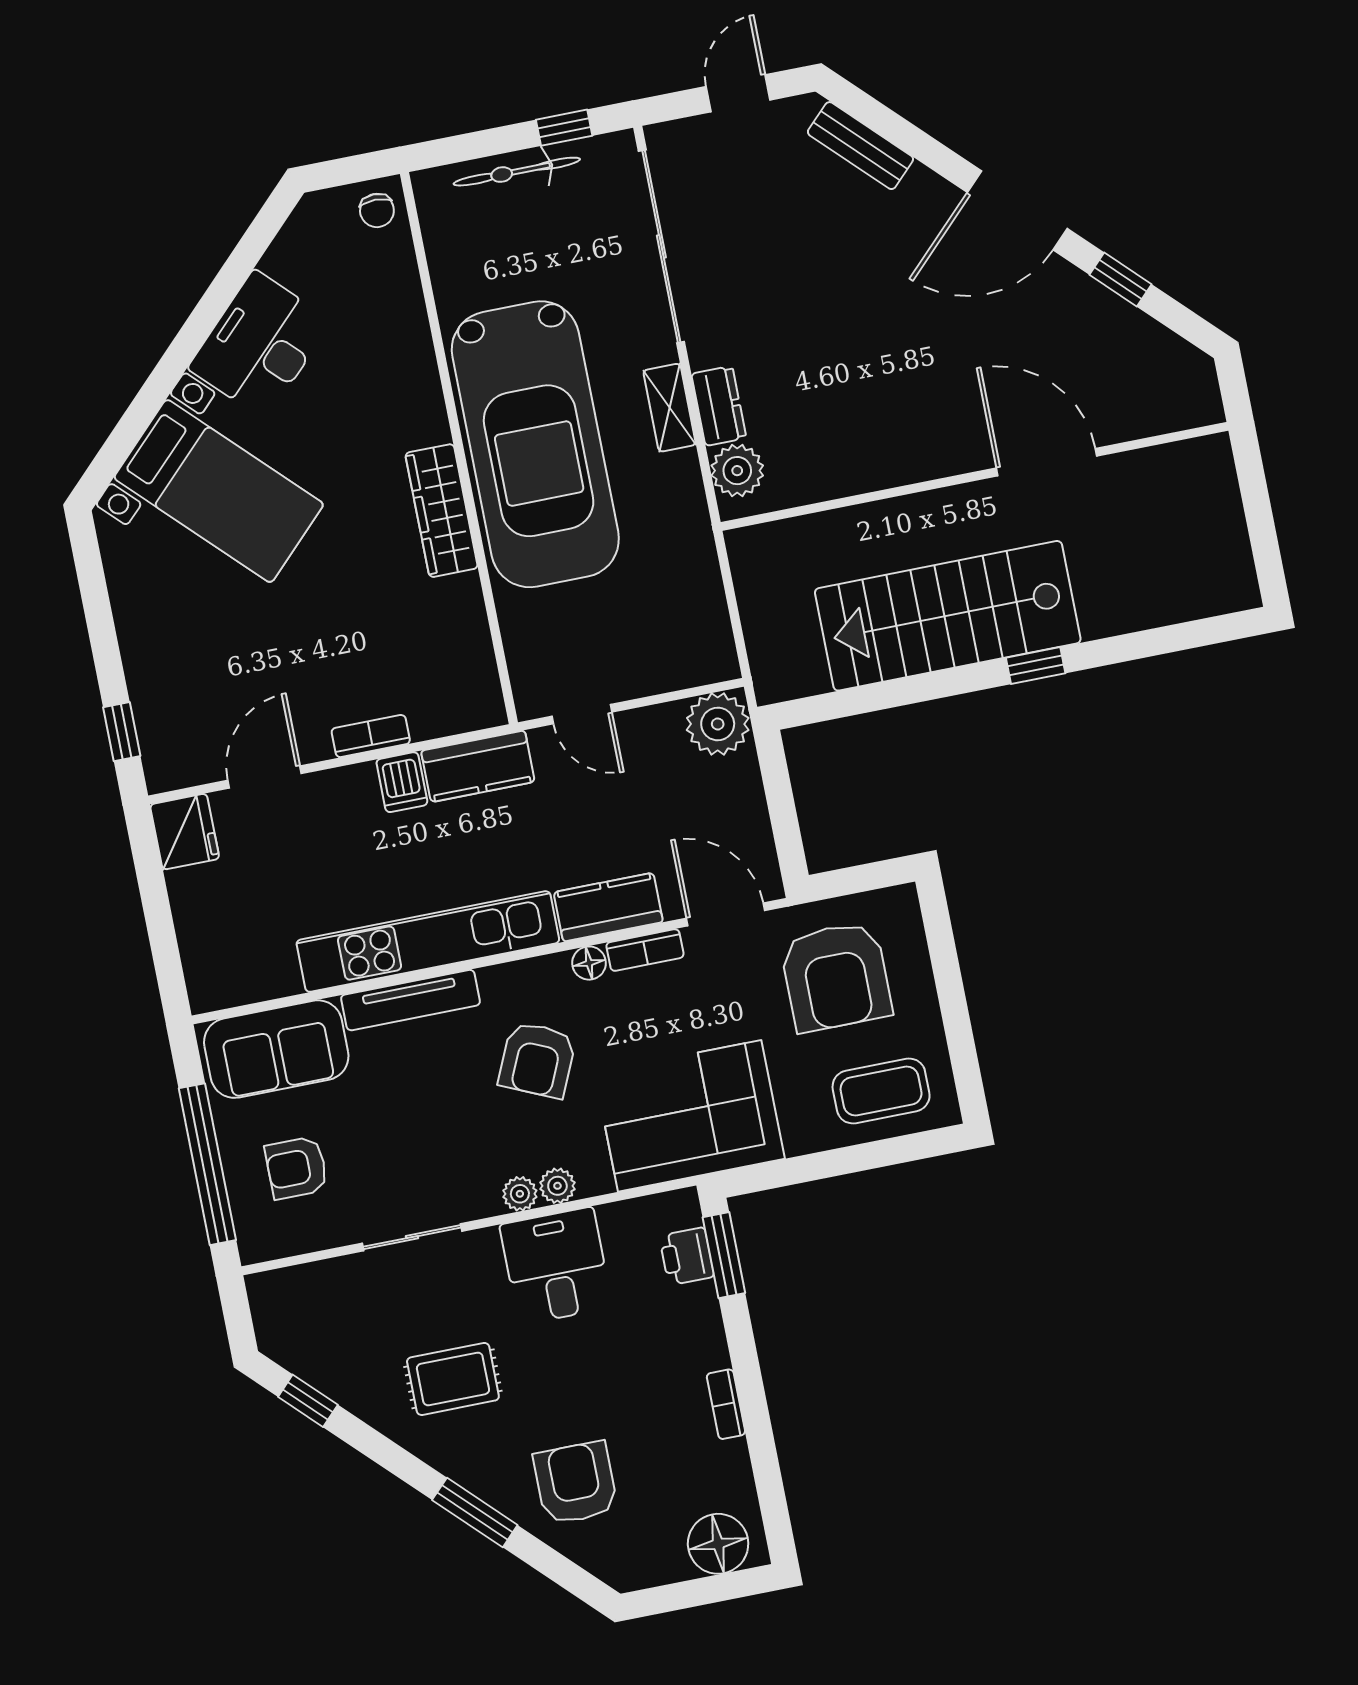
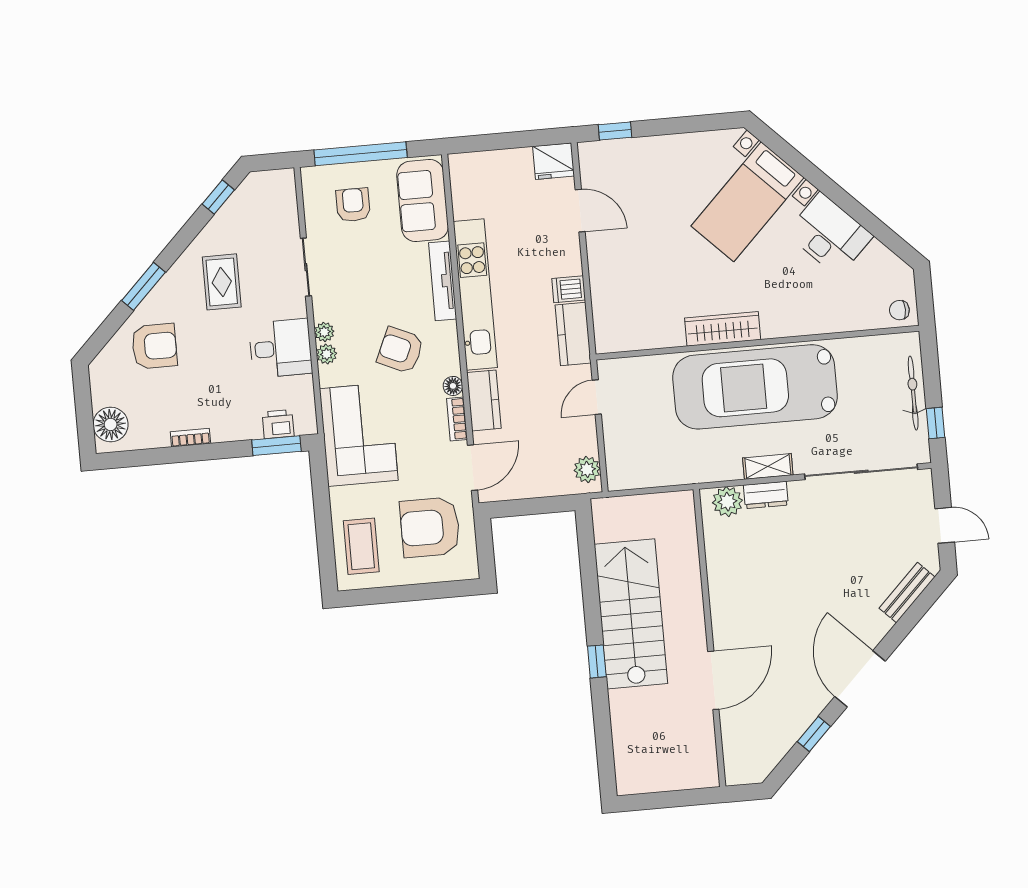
plant: (718, 724) -> (587, 469), width x0.73, depth x0.73
bookcase: (371, 736) -> (597, 274), removed

